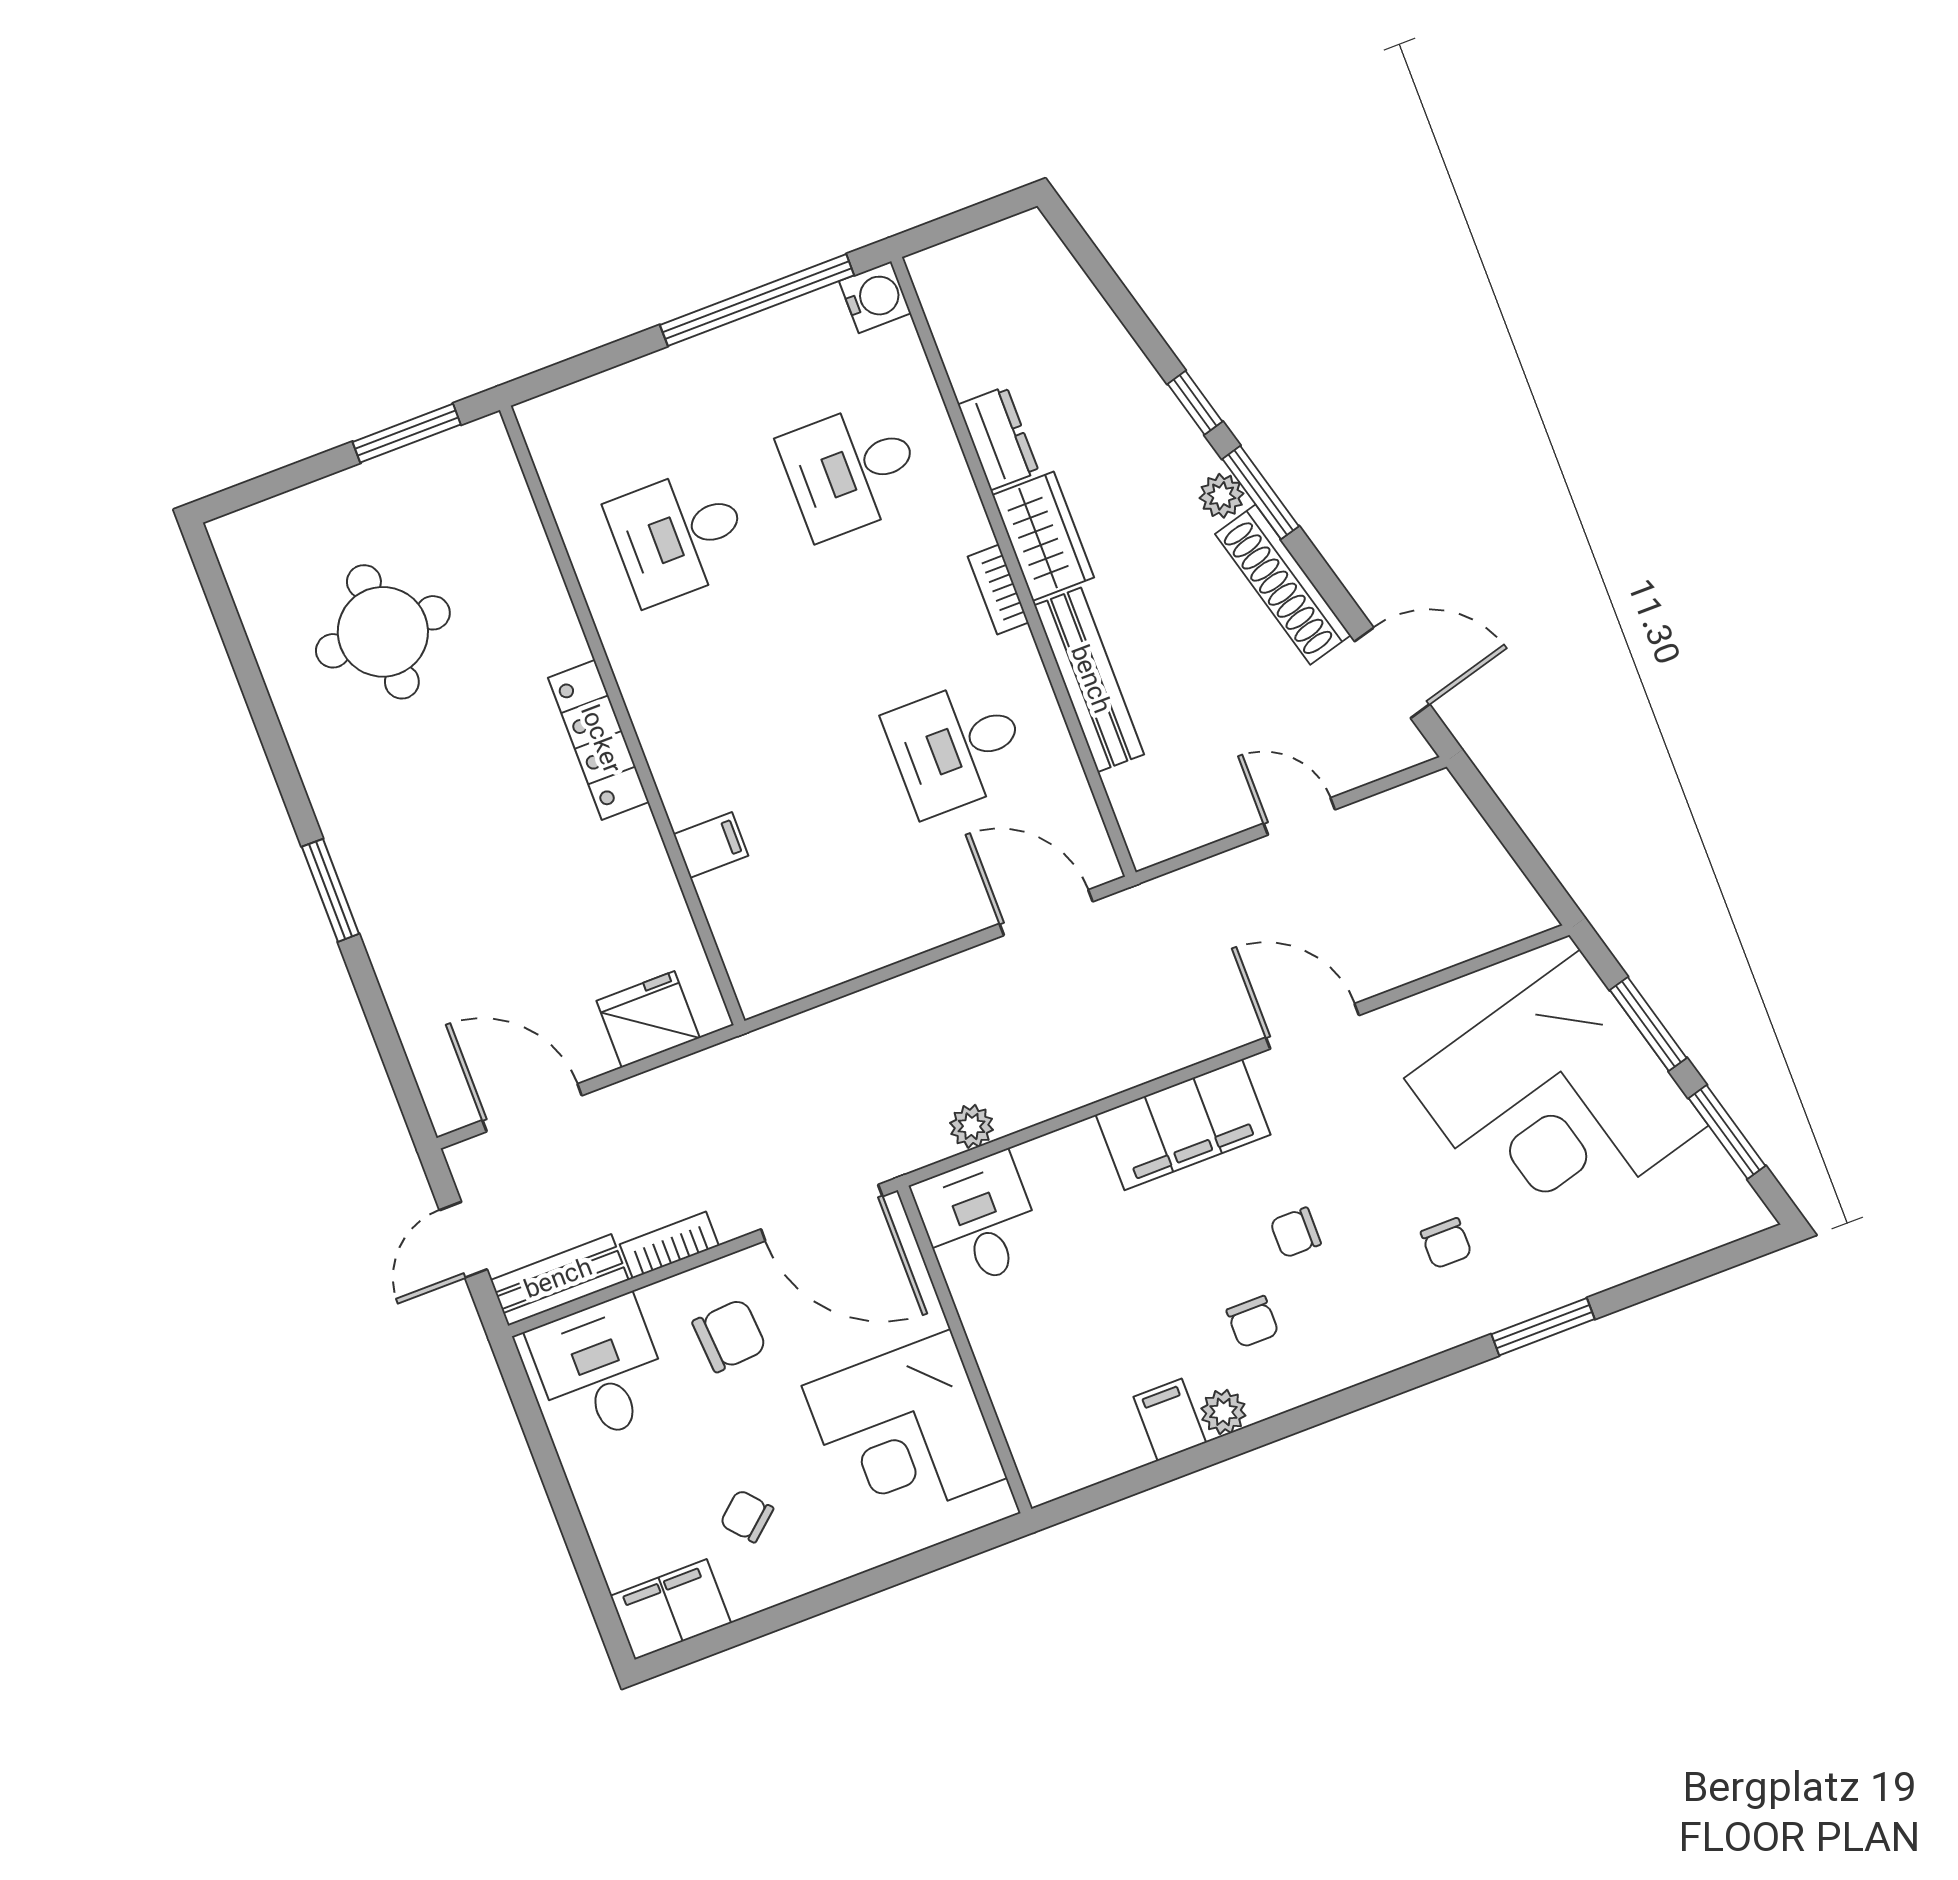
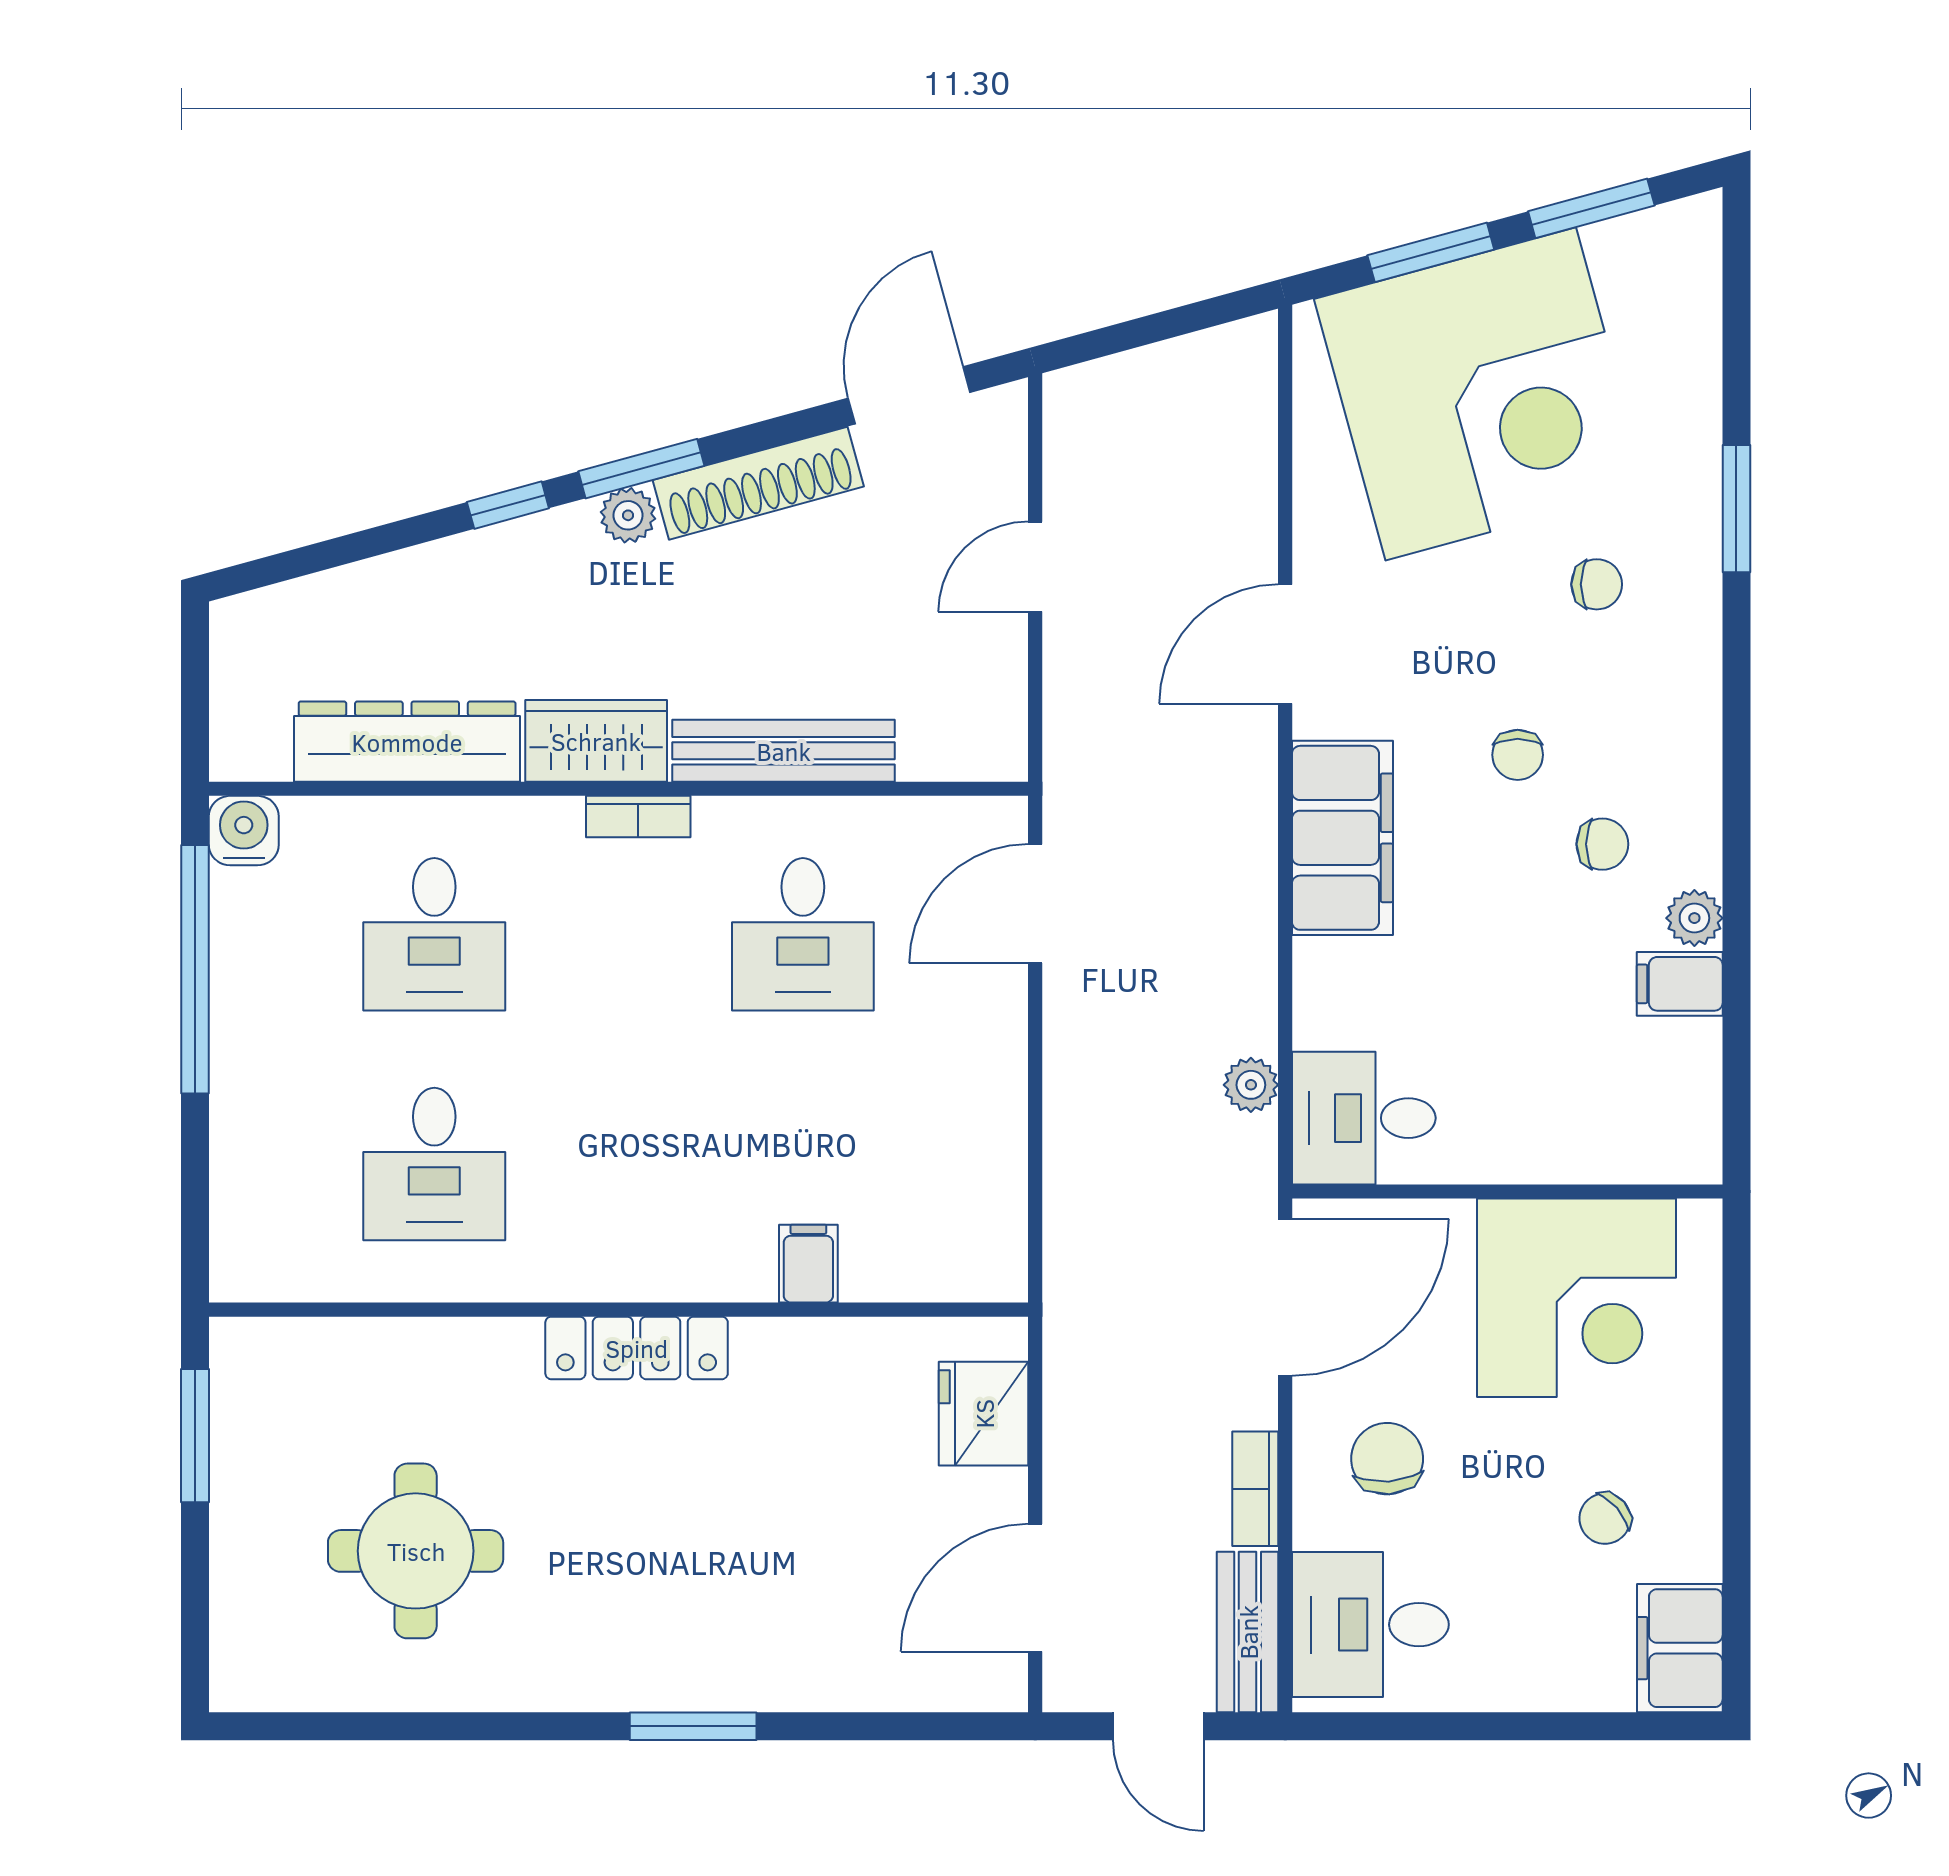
dresser: (998, 438) -> (407, 742), width x1.96, depth x1.24

